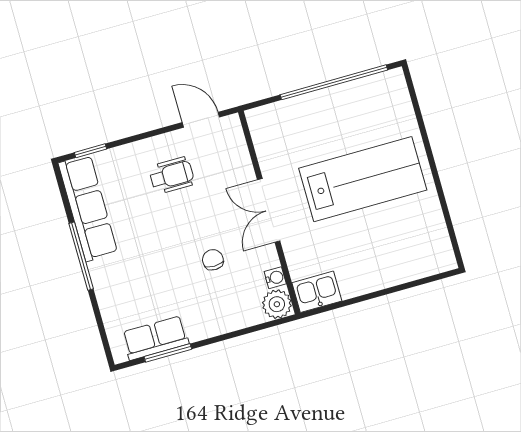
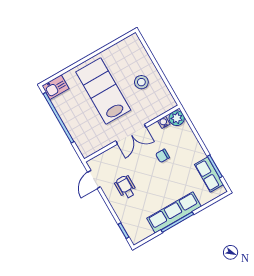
row of seats: (88, 208) -> (174, 212), moved
stool: (361, 255) -> (141, 82), added
kitchen sink: (317, 292) -> (56, 87), moved, turned -90

